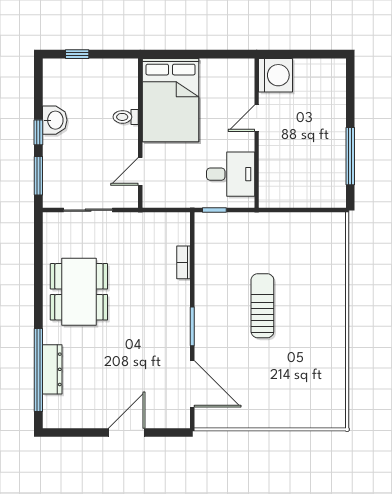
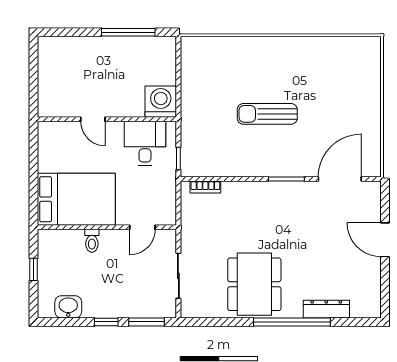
window: (77, 54) -> (34, 269), moved
washing machine: (276, 75) -> (161, 102), moved
washbasin: (55, 120) -> (68, 307), moved
door: (140, 171) -> (142, 227), hinge flipped
bookcase: (184, 262) -> (205, 187), moved
dining table: (79, 292) -> (254, 284), turned 90
window: (38, 370) -> (292, 322), moved

